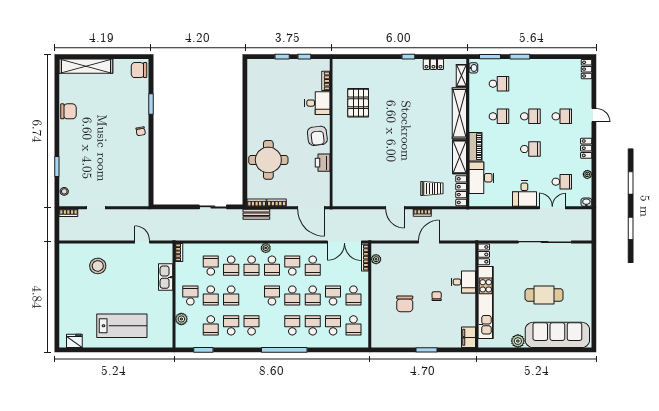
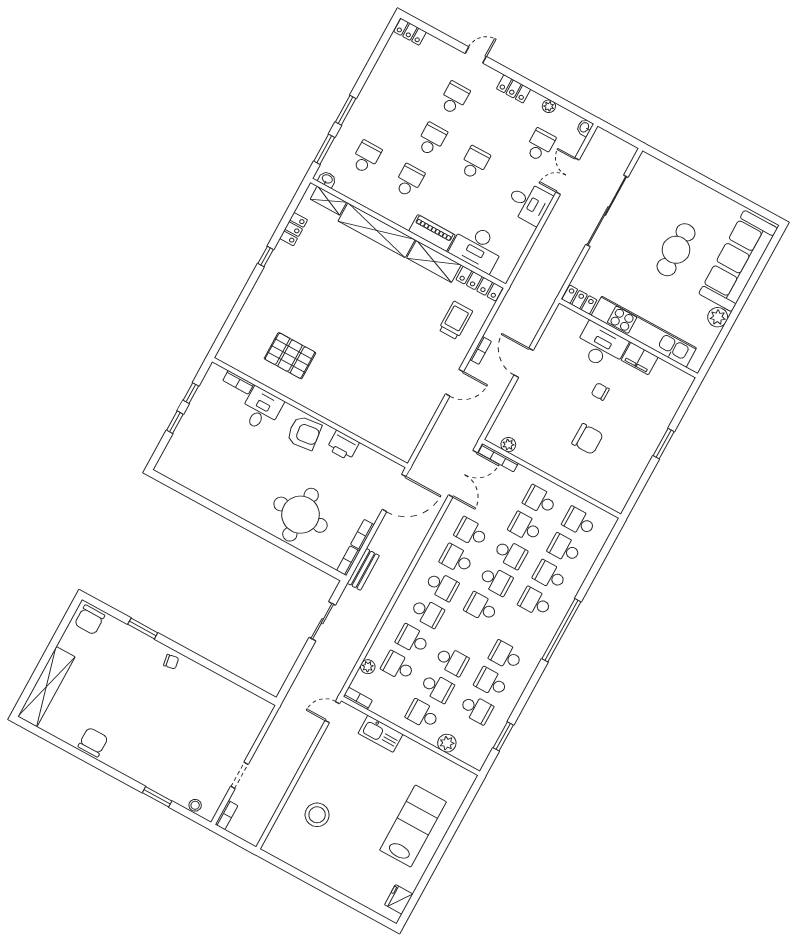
door: (142, 242) -> (332, 712), moved
plant: (266, 248) -> (368, 667), moved
school desk: (231, 266) -> (413, 639), turned 180
school desk: (313, 266) -> (471, 532), turned 180
desk: (463, 282) -> (601, 346), width x1.37
school desk: (353, 295) -> (540, 500), turned 180
school desk: (353, 325) -> (579, 522), turned 180
filing cabinet: (469, 337) -> (640, 359), moved

